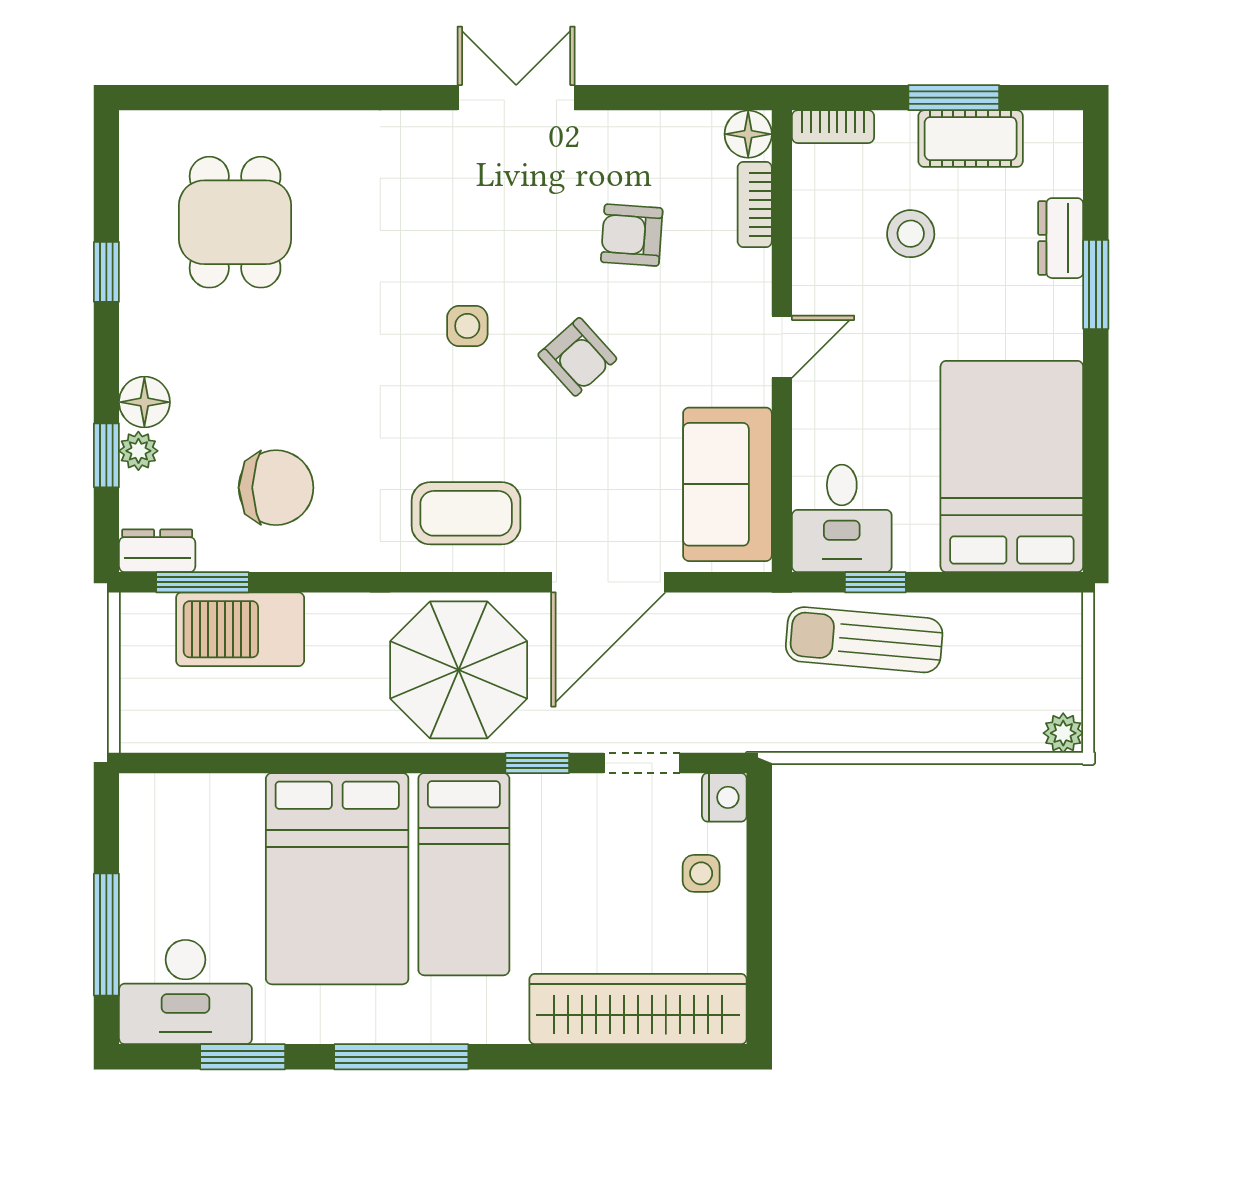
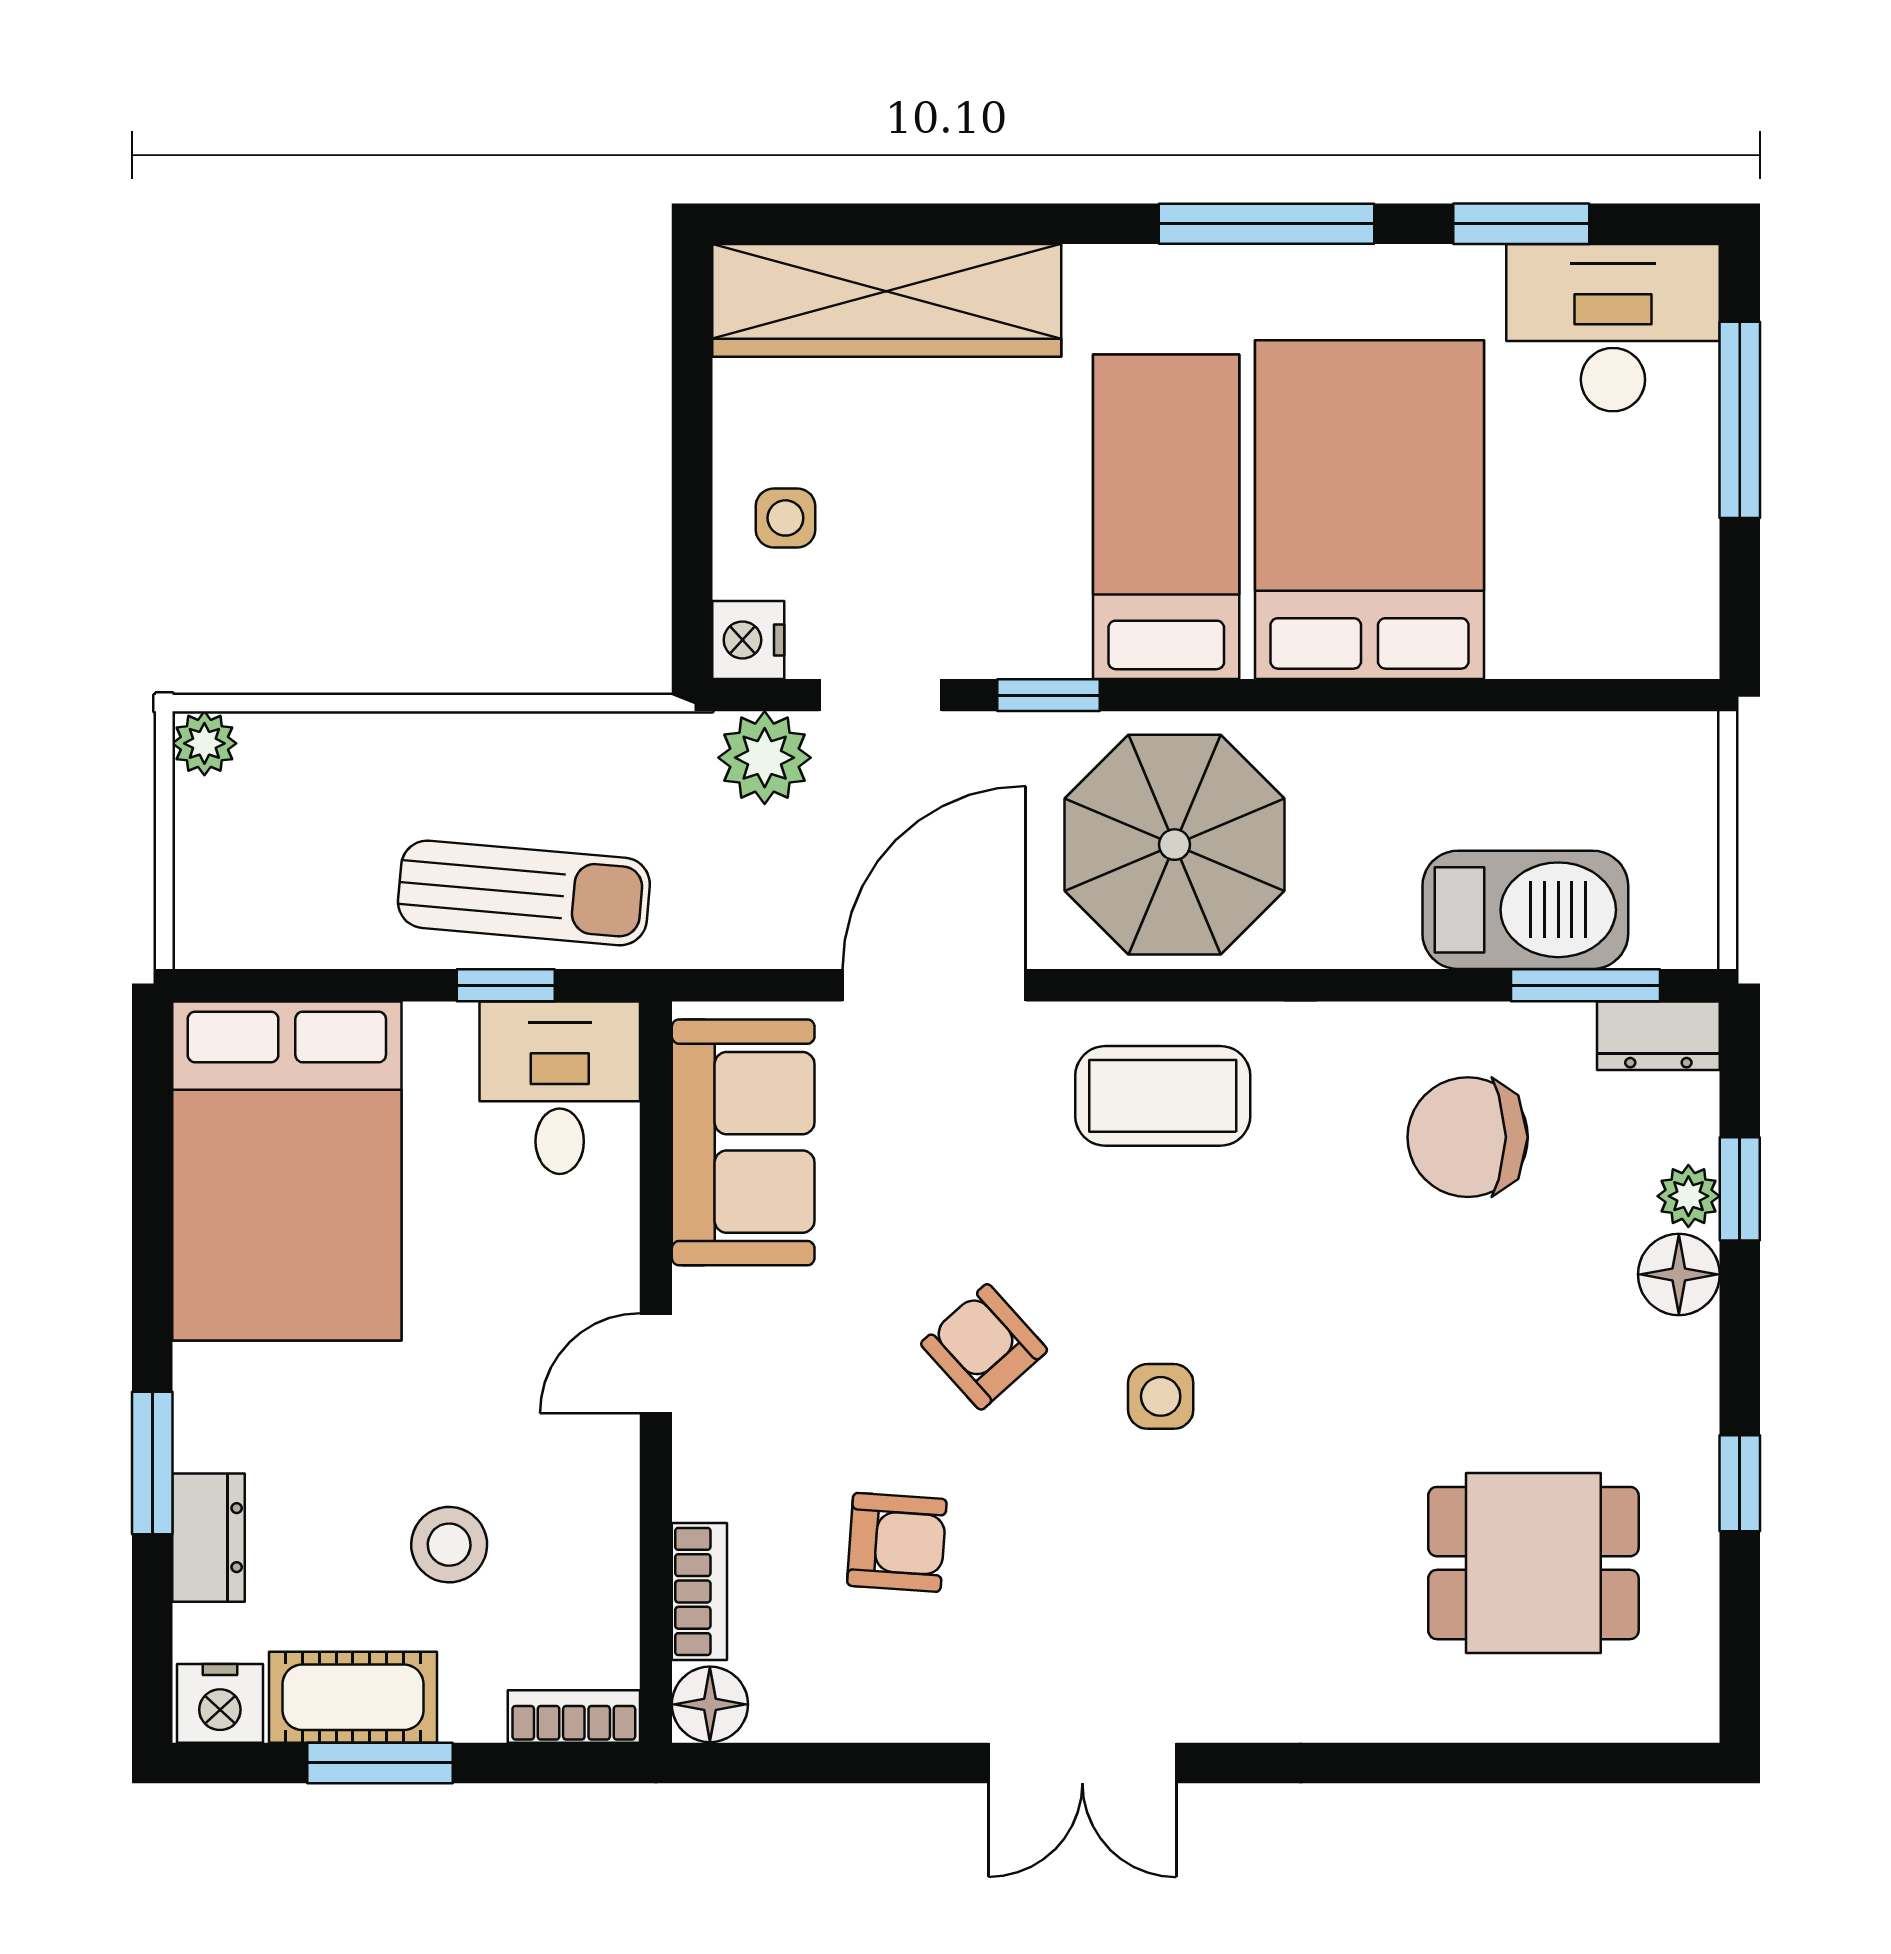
nightstand: (1053, 135) -> (220, 1703), added
dining table: (235, 222) -> (1533, 1563), turned 90
plant: (714, 724) -> (765, 758), added

